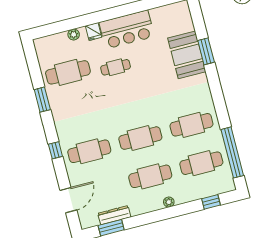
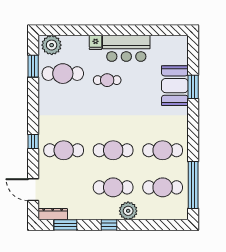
plant: (74, 34) -> (52, 45), moved, width x1.87, depth x1.87
window: (42, 100) -> (33, 66), moved
door: (68, 200) -> (33, 190), swing flipped
plant: (169, 202) -> (128, 211), width x1.88, depth x1.88
window: (211, 202) -> (109, 225), moved
dresser: (114, 215) -> (53, 214), moved

